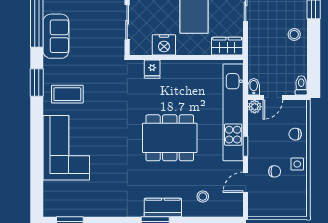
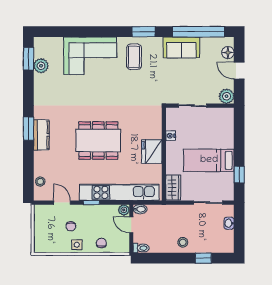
nightstand: (164, 45) -> (171, 136), width x0.53, depth x0.56
fridge: (152, 69) -> (152, 151), moved, width x1.88, depth x1.34
dining table: (170, 138) -> (98, 141), turned 90
stool: (203, 197) -> (40, 181), moved
plant: (78, 208) -> (41, 66), added

